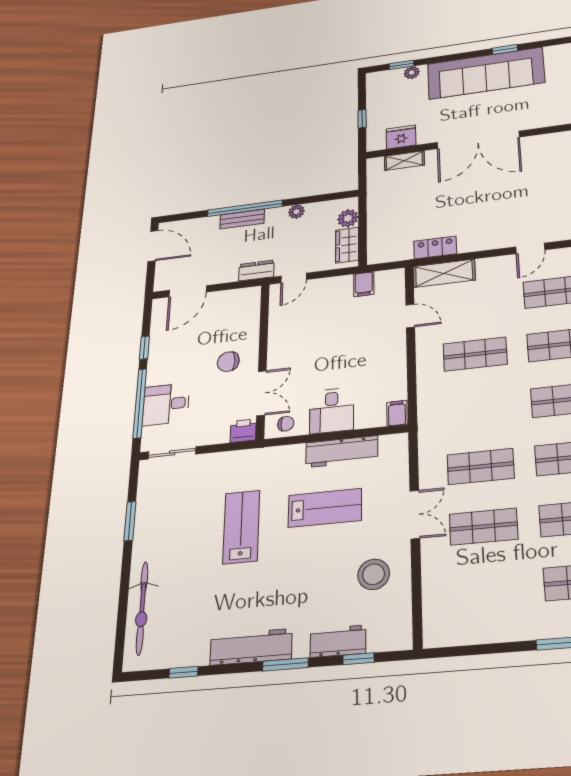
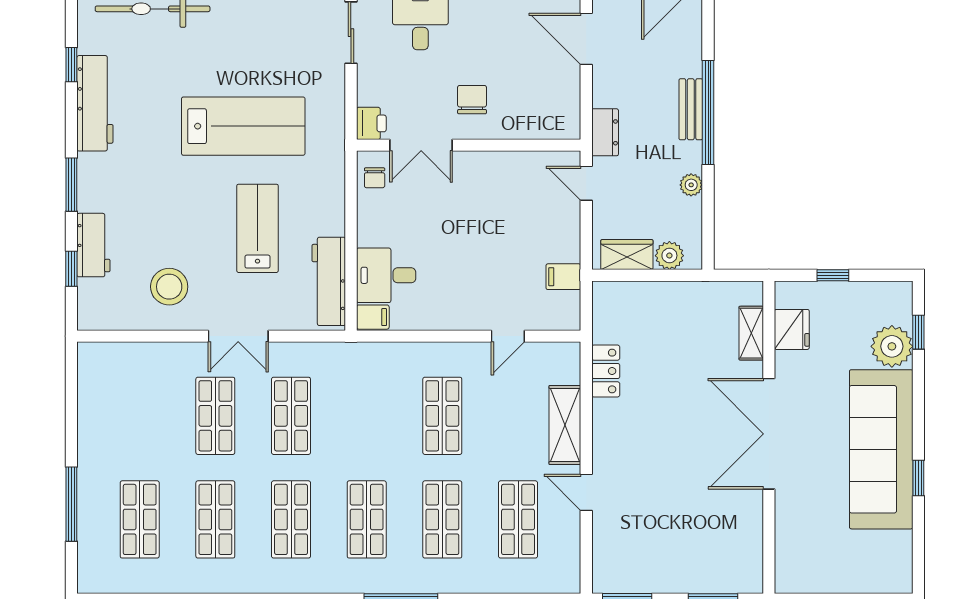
plant: (412, 73) -> (892, 346), width x1.88, depth x1.88
shelving: (444, 273) -> (565, 425), moved
desk: (332, 411) -> (386, 275), moved
workbench: (342, 452) -> (329, 281), moved
lab bench: (325, 508) -> (257, 228), turned 180
lab bench: (241, 527) -> (243, 126), width x1.36, depth x1.39
workbench: (251, 647) -> (95, 103), moved

